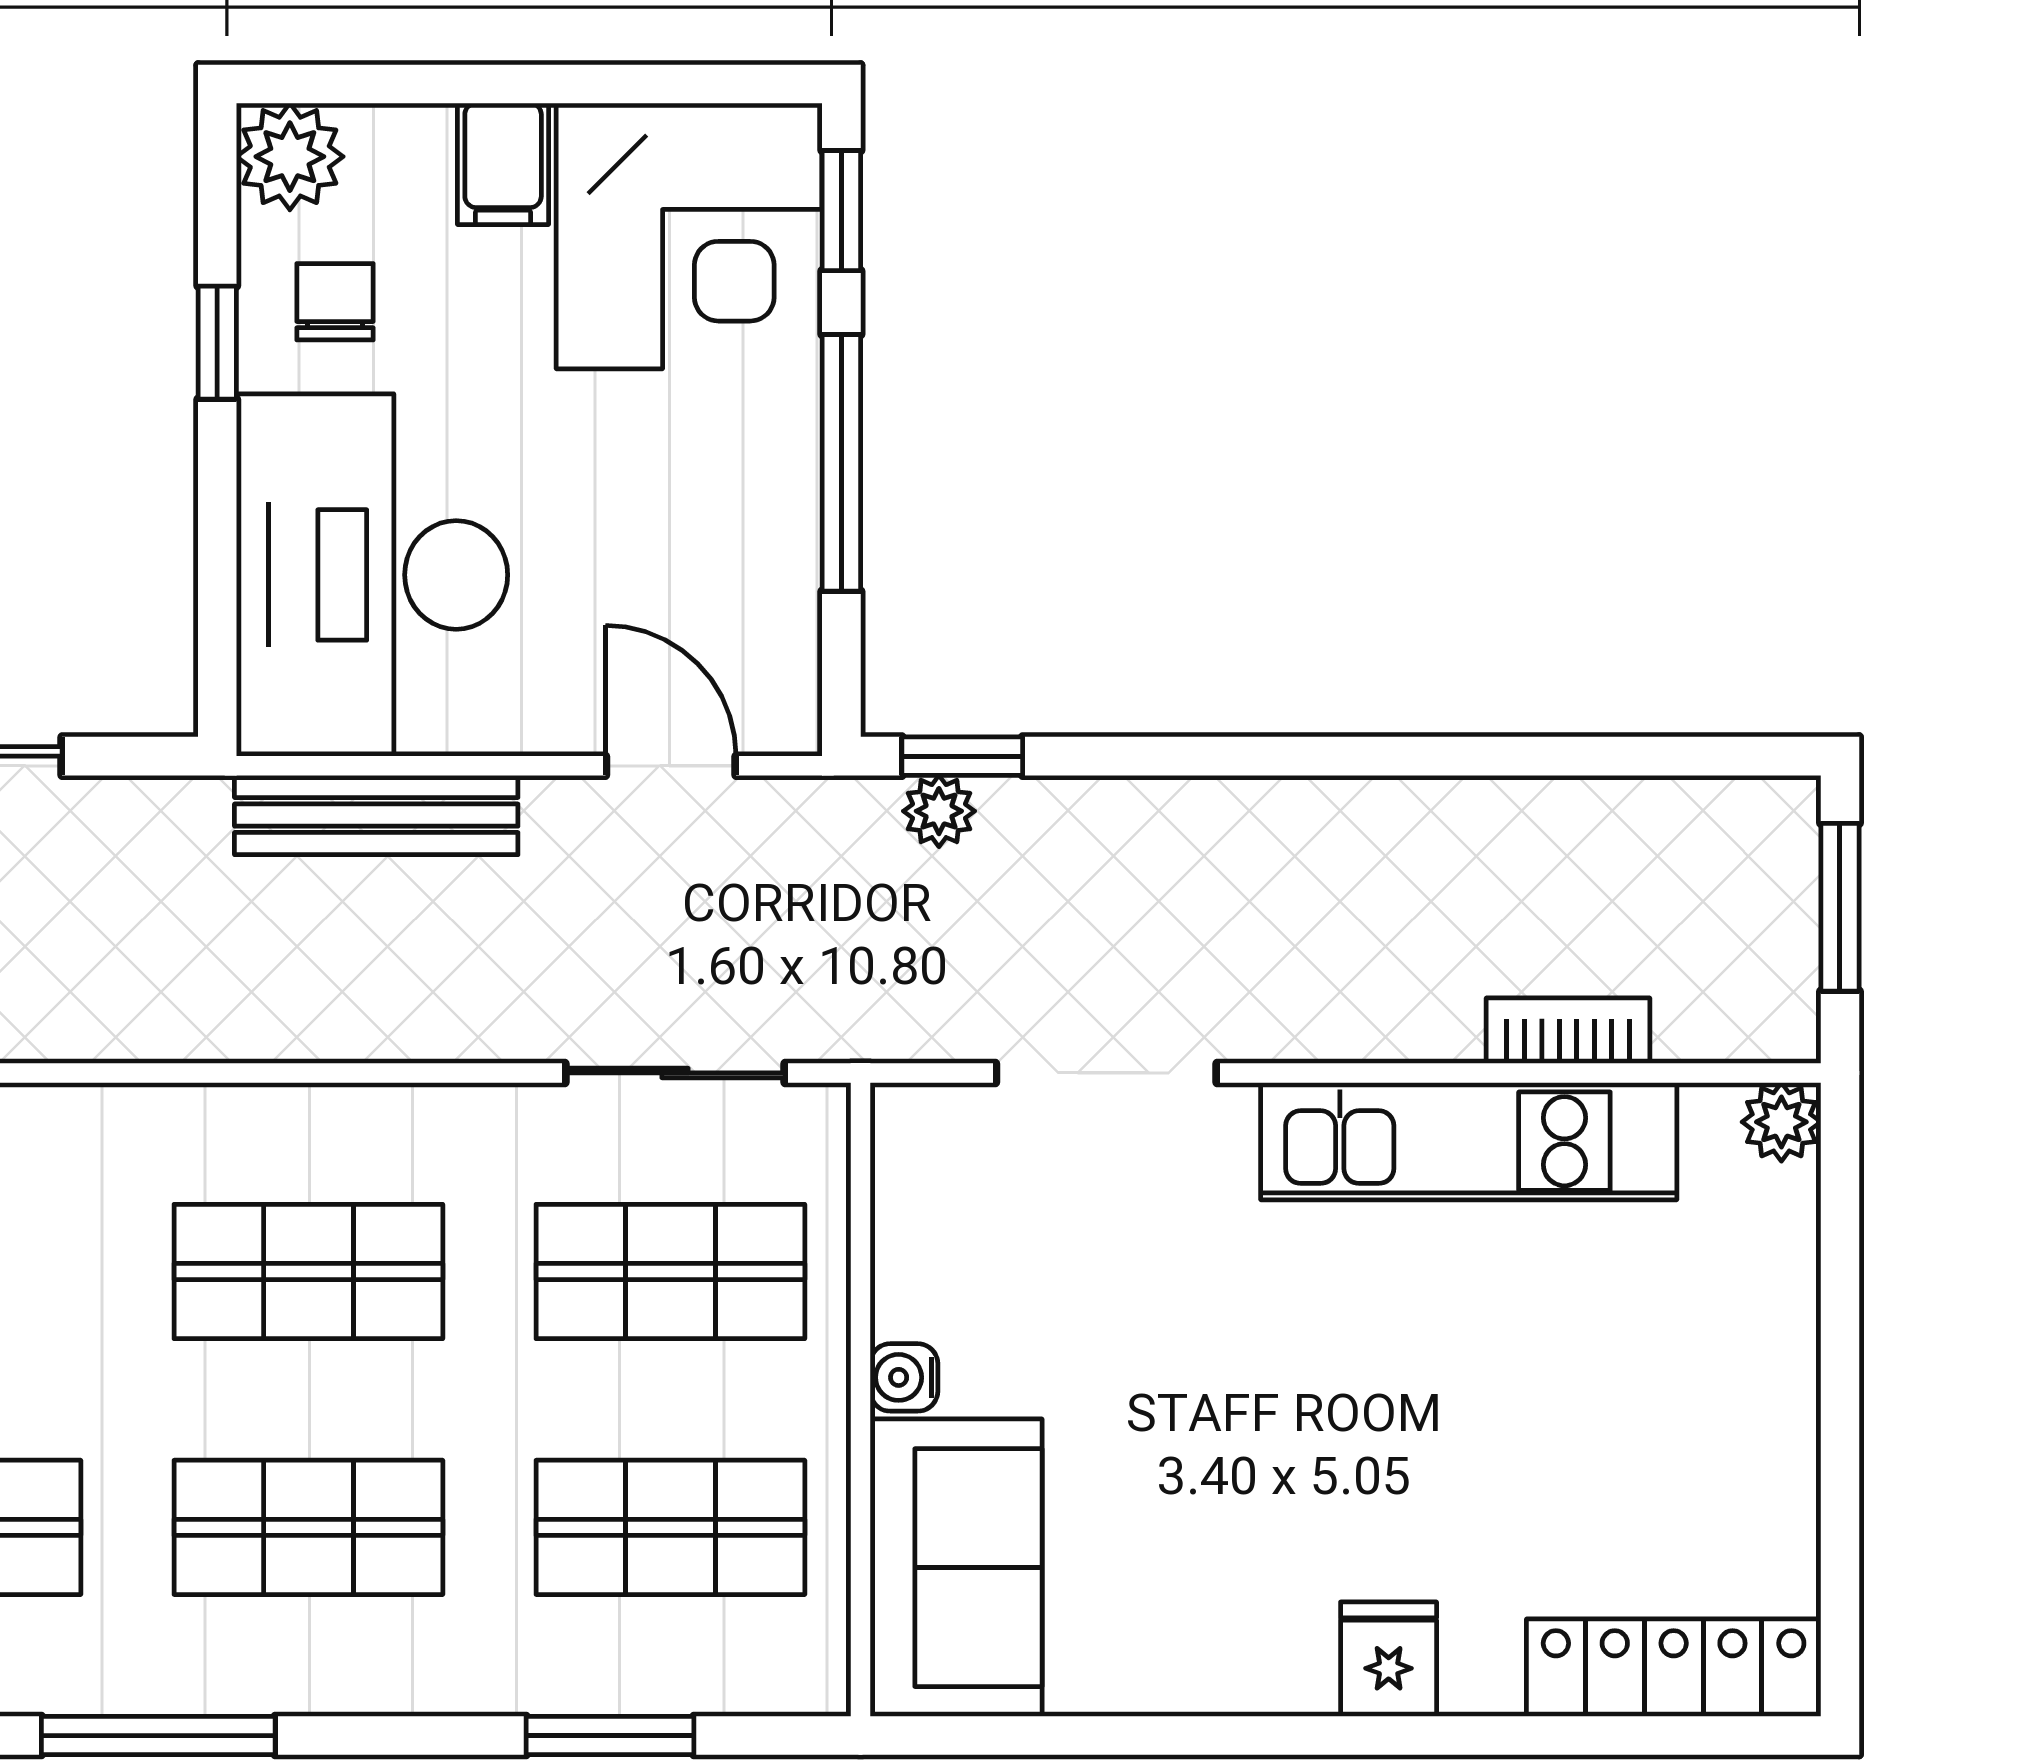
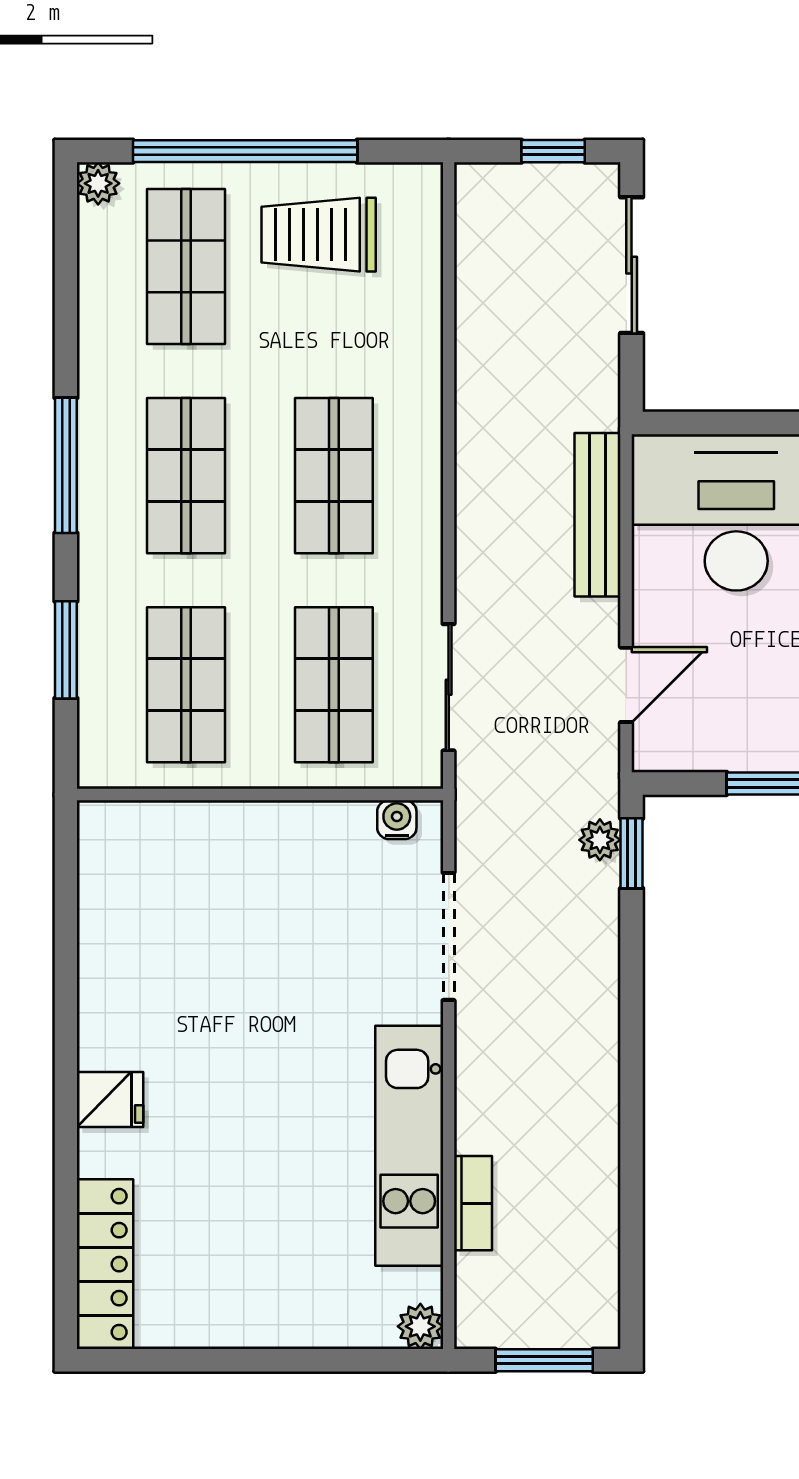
water cooler: (904, 1377) -> (397, 820), moved
sofa: (956, 1568) -> (163, 850), removed
window: (158, 1736) -> (66, 465), moved

